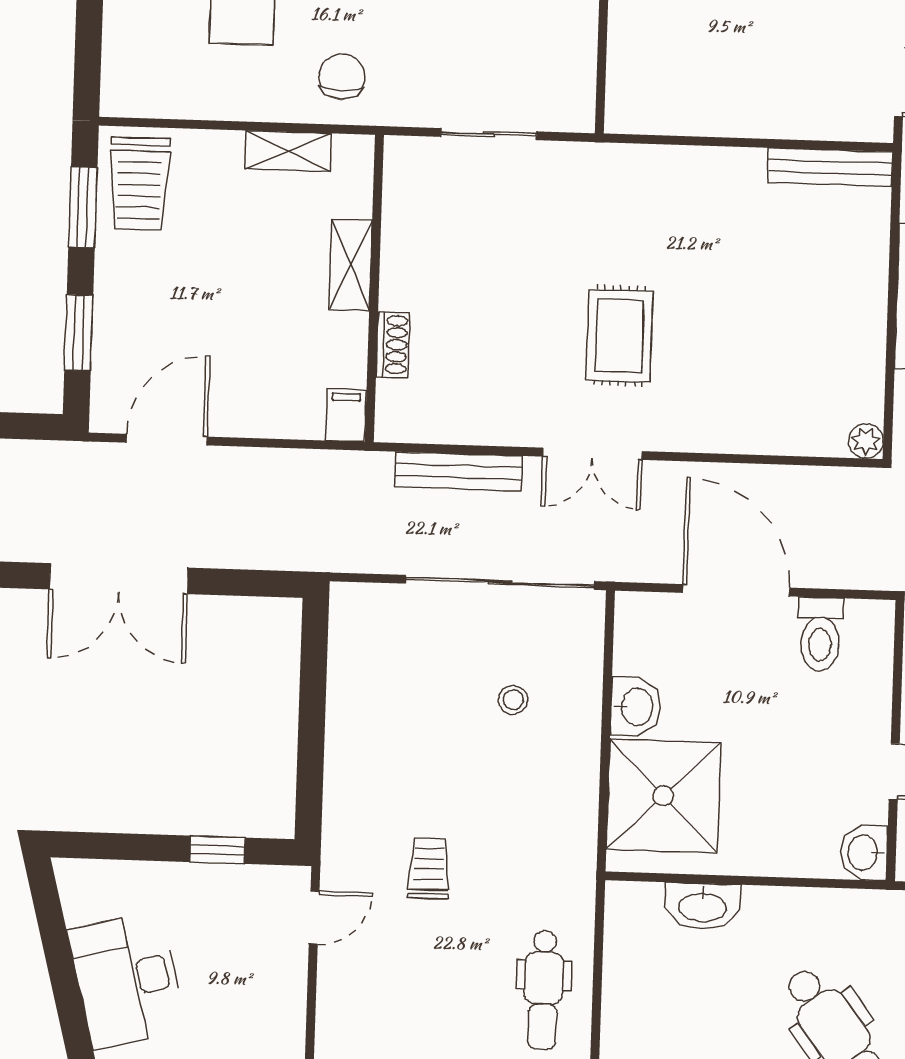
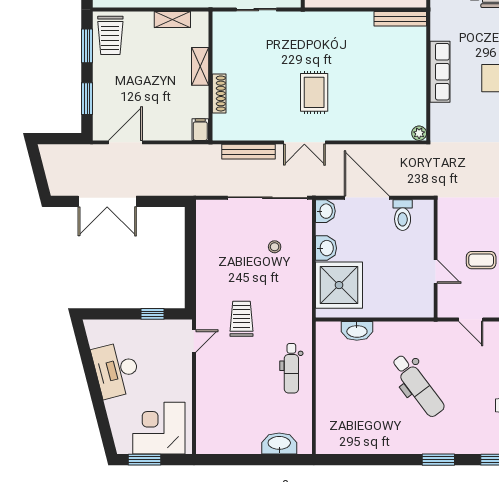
shoe rack: (393, 345) -> (219, 93), width x1.43
washbasin: (864, 853) -> (325, 211), moved, turned 180
trolley: (429, 868) -> (242, 319), width x1.36, depth x1.39

